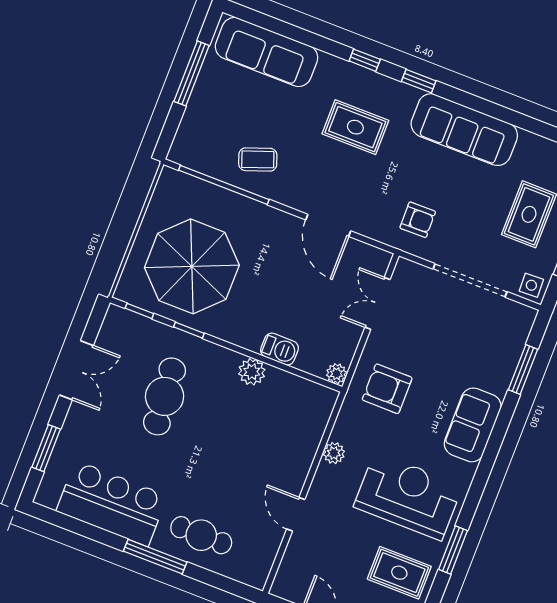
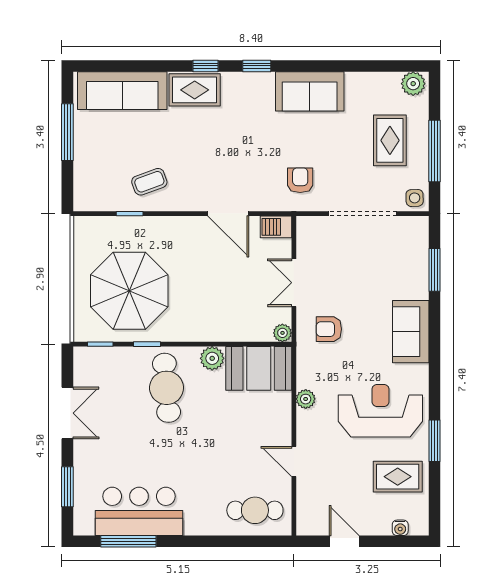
rug: (355, 127) -> (195, 90), moved
sofa: (464, 130) -> (310, 91), width x0.73
window: (224, 185) -> (130, 214), width x0.32
armchair: (418, 220) -> (300, 180), turned -89
double door: (378, 303) -> (294, 283), moved
barbecue: (279, 349) -> (276, 227), moved, turned 180
armchair: (387, 389) -> (329, 329), width x0.72, depth x0.72
cafe table: (165, 396) -> (166, 388), moved
booth: (297, 402) -> (259, 368), added
cafe table: (201, 535) -> (255, 510), moved
window: (155, 557) -> (128, 541), moved

